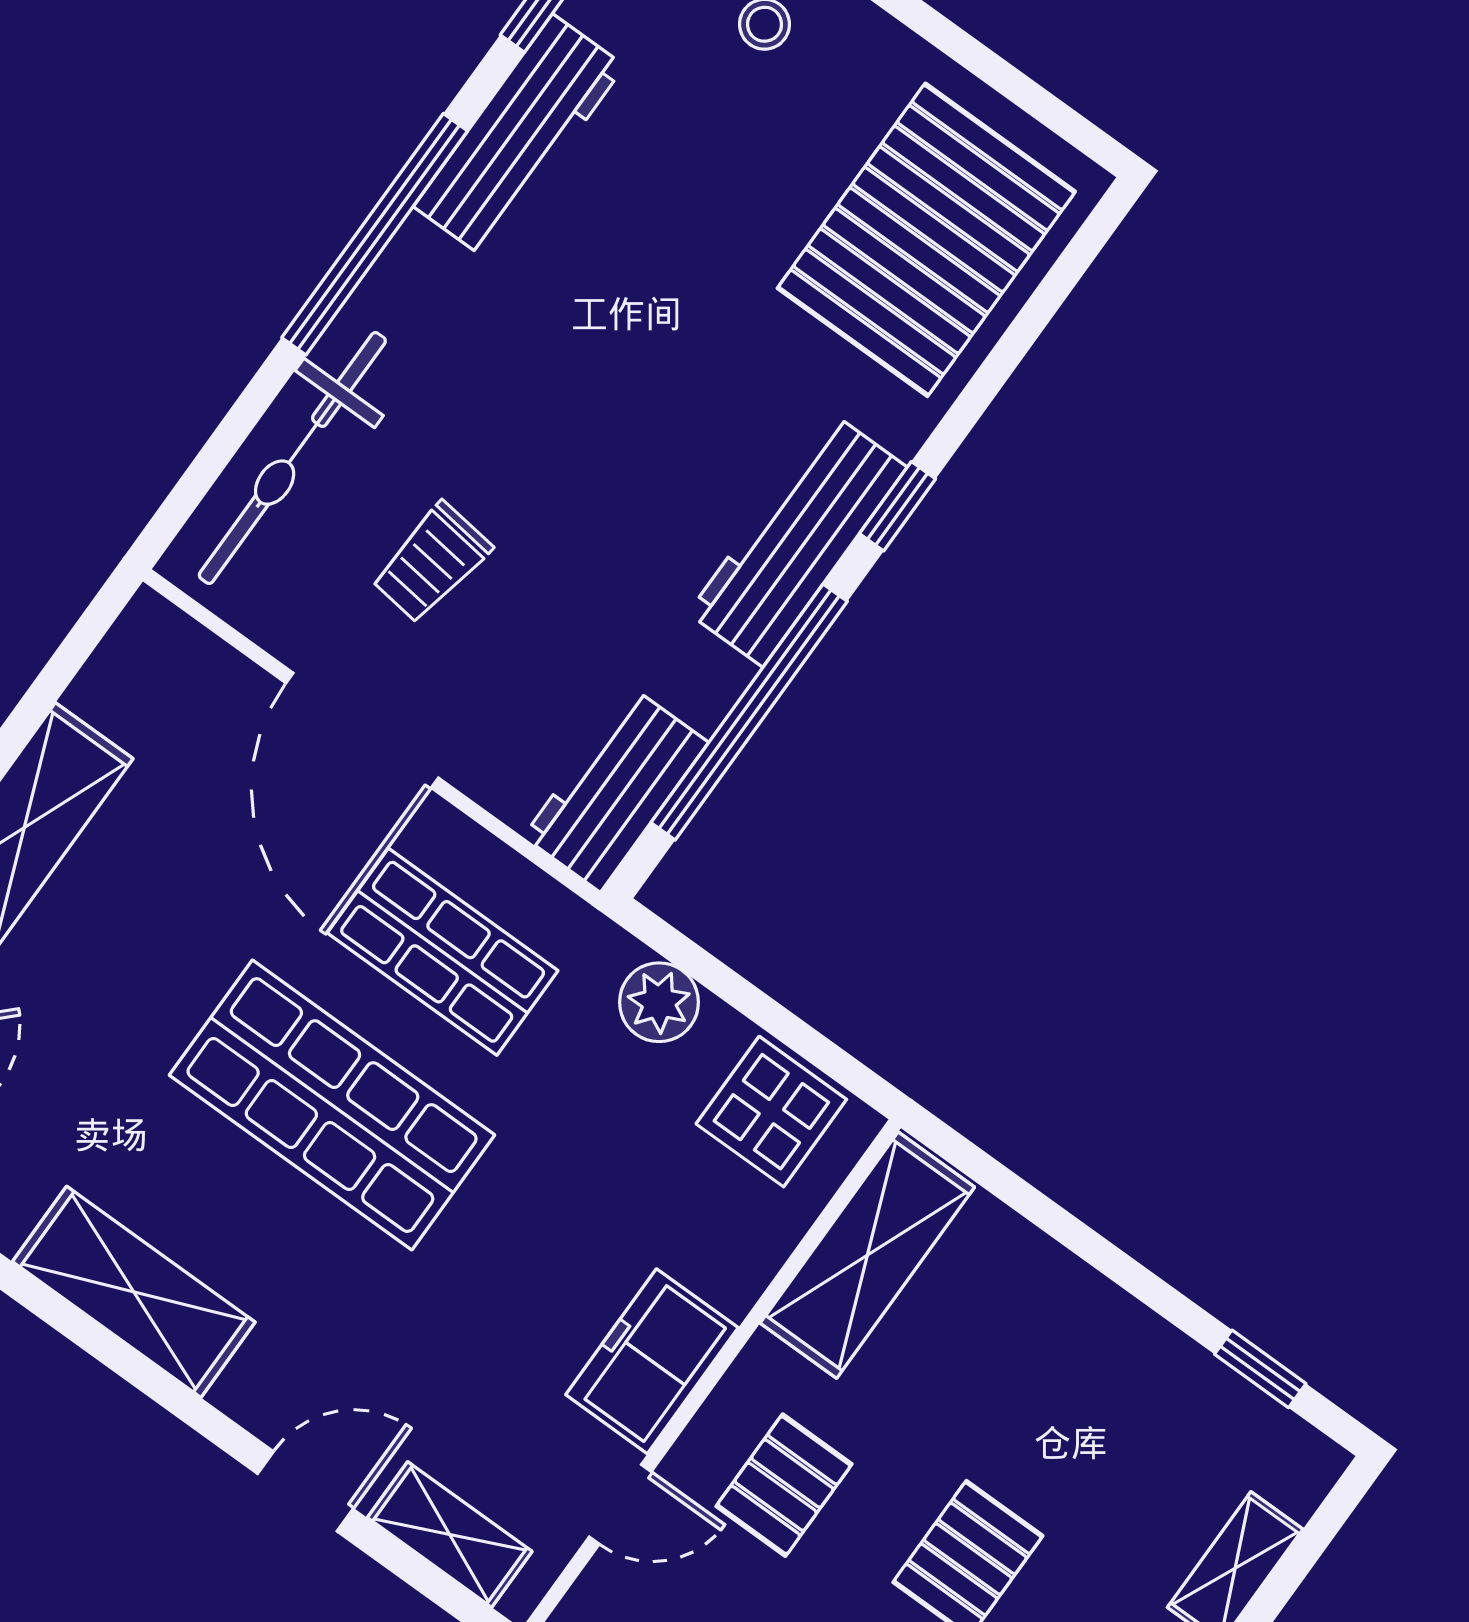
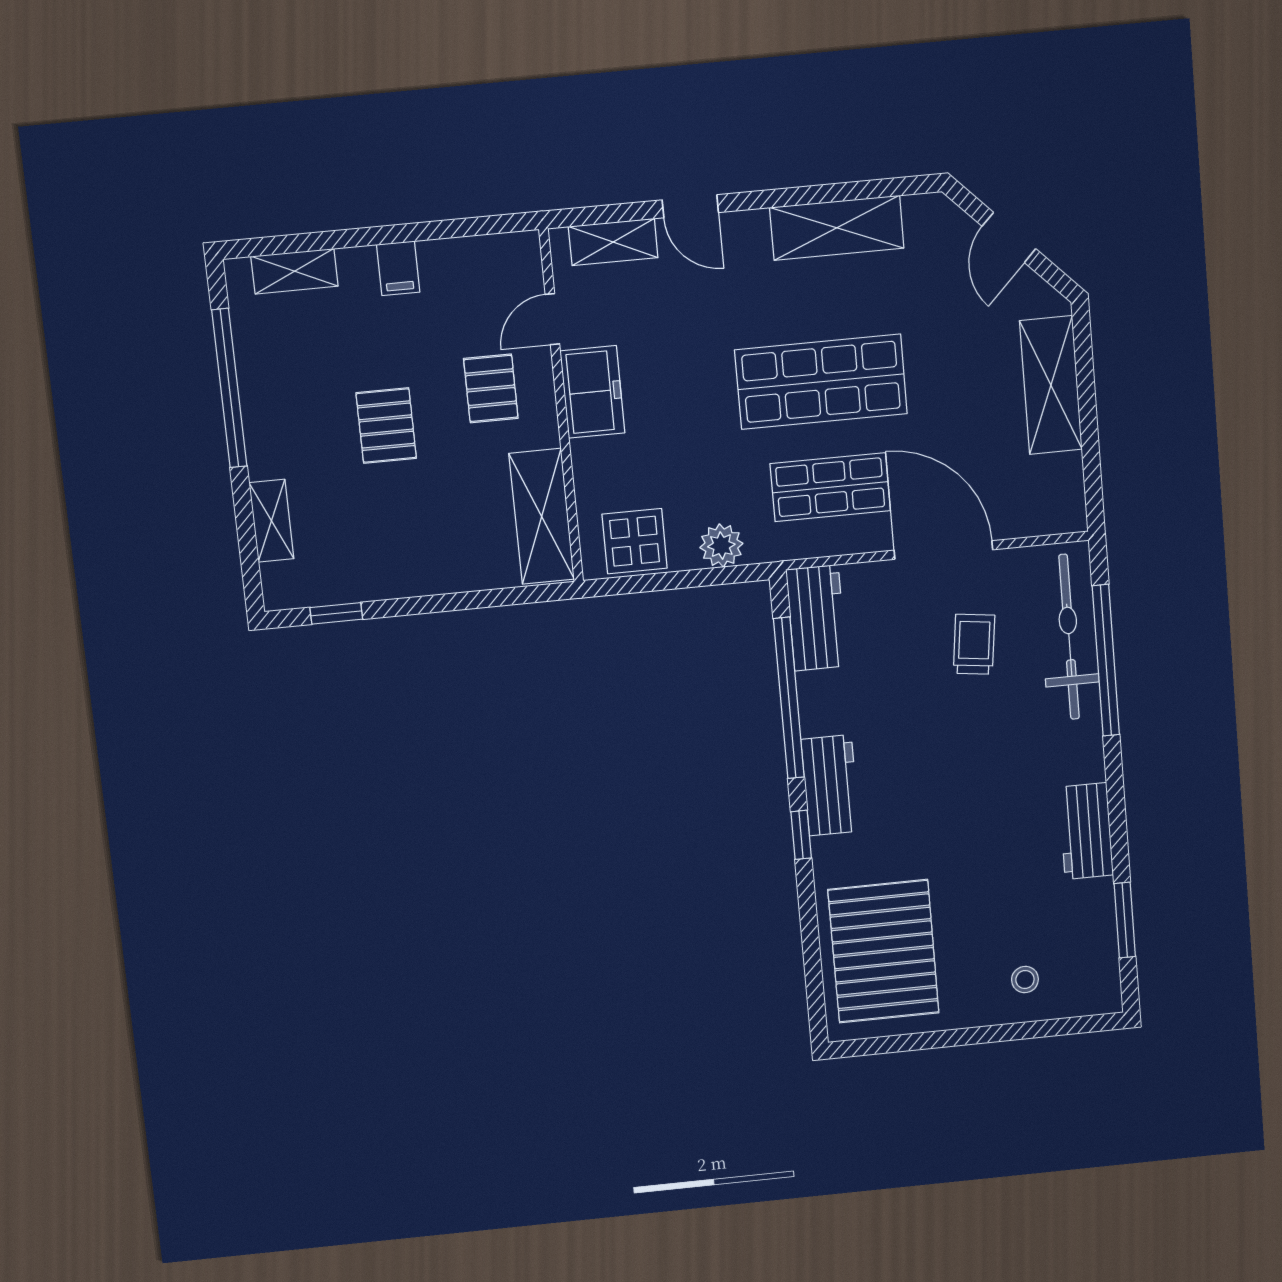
workbench: (519, 136) -> (1086, 831), width x0.73
window: (375, 234) -> (1106, 660), moved
workbench: (797, 540) -> (830, 785), width x0.73
door: (305, 1491) -> (690, 206), hinge flipped

